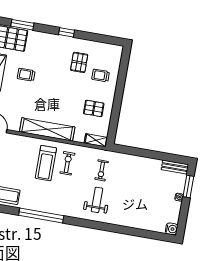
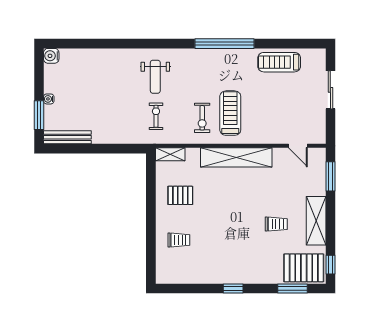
pallet: (79, 62) -> (210, 252), removed
bench: (175, 167) -> (67, 137), width x1.36

